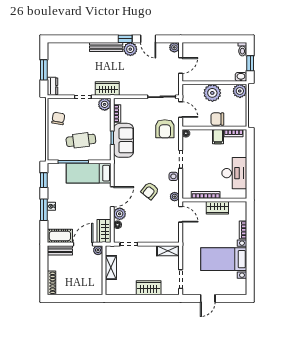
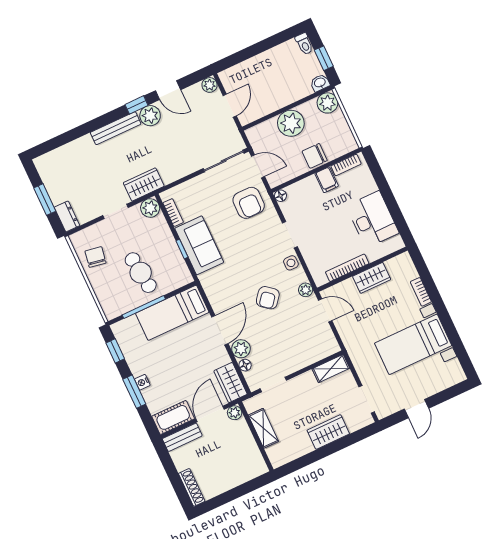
cafe table: (81, 140) -> (141, 273), turned 90

